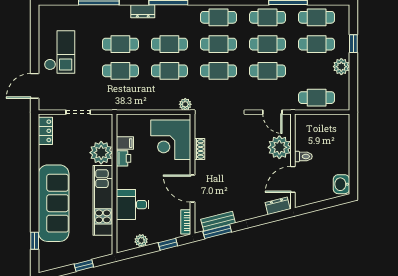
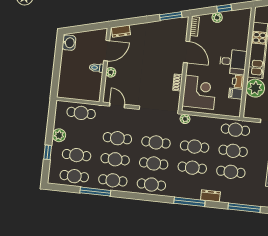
cafe table: (120, 98) -> (235, 130), added
plant: (279, 147) -> (111, 72), width x0.53, depth x0.53
desk: (133, 205) -> (233, 62), moved
bench: (218, 221) -> (169, 24), removed
plant: (141, 241) -> (217, 17), moved
window: (168, 244) -> (224, 8), moved

